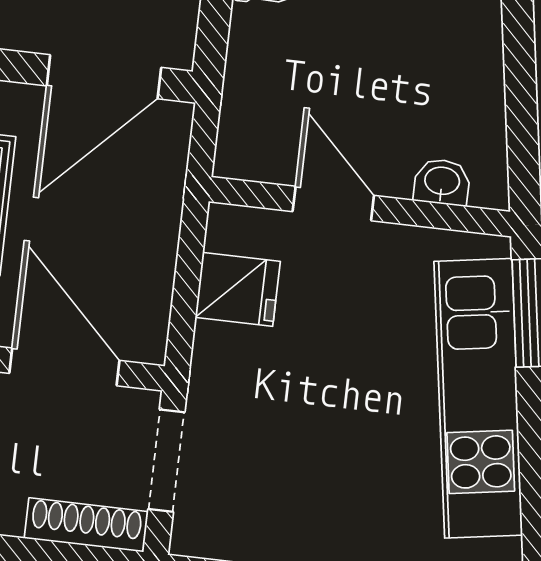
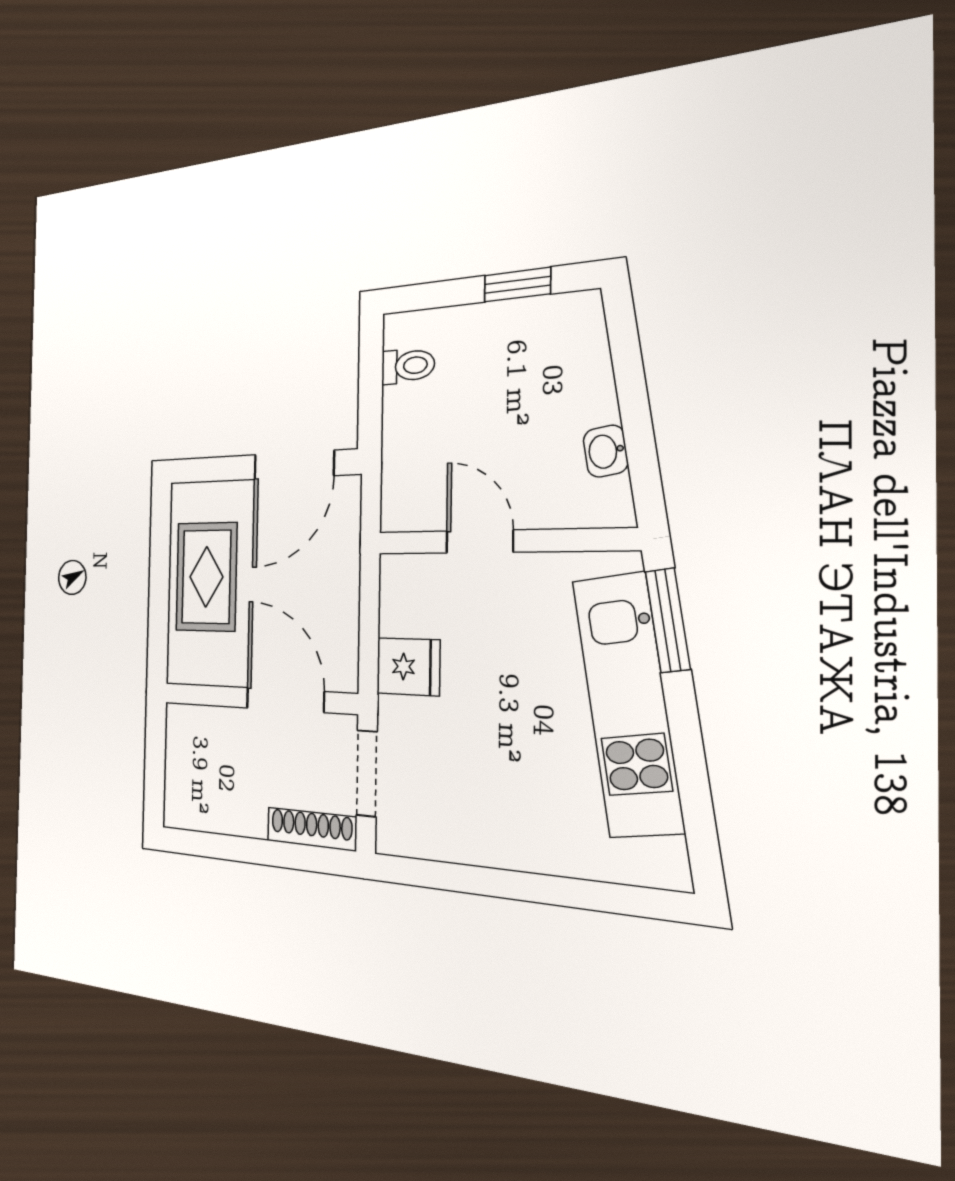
washbasin: (442, 182) -> (606, 451), moved, turned -99
fridge: (238, 289) -> (408, 667), moved

